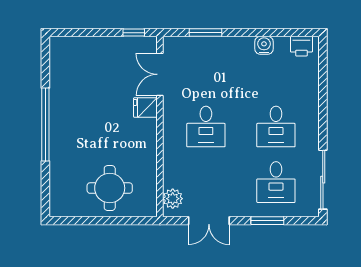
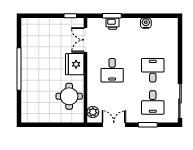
printer: (301, 46) -> (113, 24), moved
fridge: (145, 108) -> (75, 64), width x1.88, depth x1.34
desk: (276, 127) -> (153, 70), turned 180
round table: (110, 188) -> (69, 96), moved
double door: (209, 221) -> (114, 125), swing flipped

